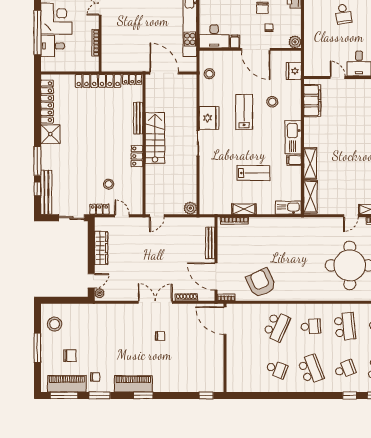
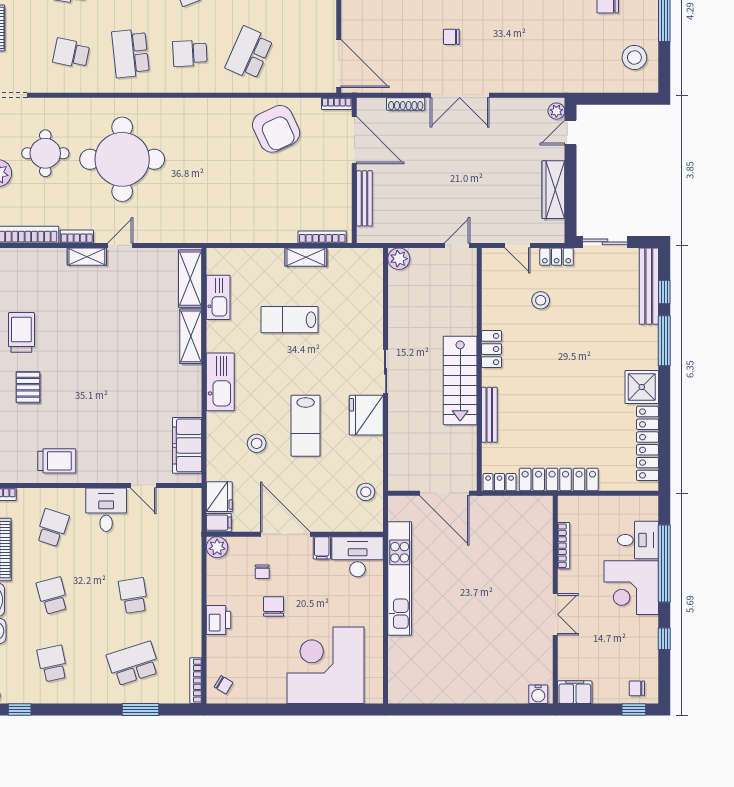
filing cabinet: (294, 160) -> (219, 523), moved
kitchen sink: (288, 208) -> (218, 297), moved, turned -90

